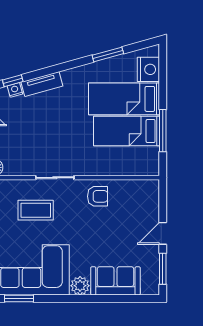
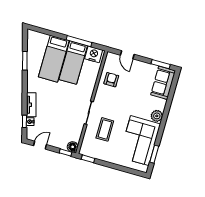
nightstand: (148, 69) -> (94, 54), moved
armchair: (98, 196) -> (111, 80), moved
door: (163, 233) -> (127, 55), moved
sofa: (115, 281) -> (163, 83), moved

